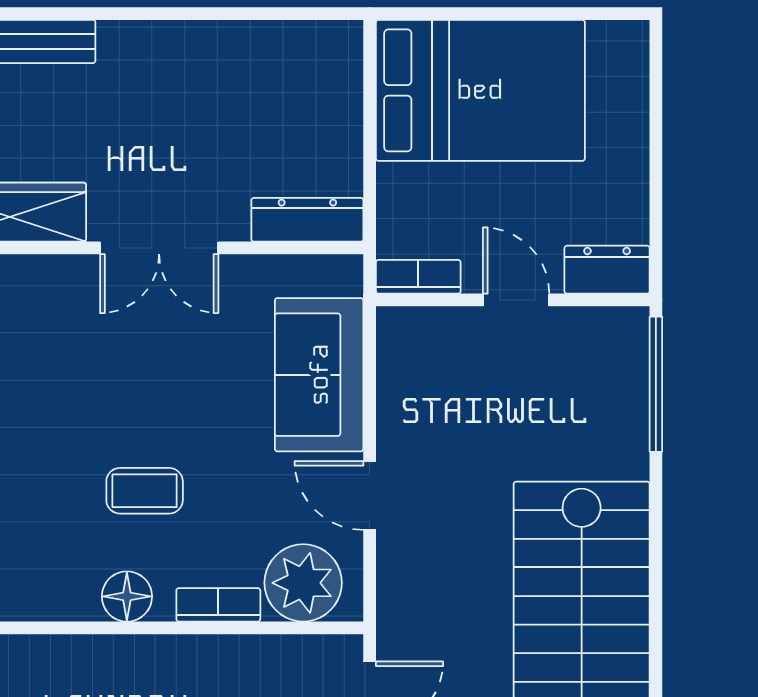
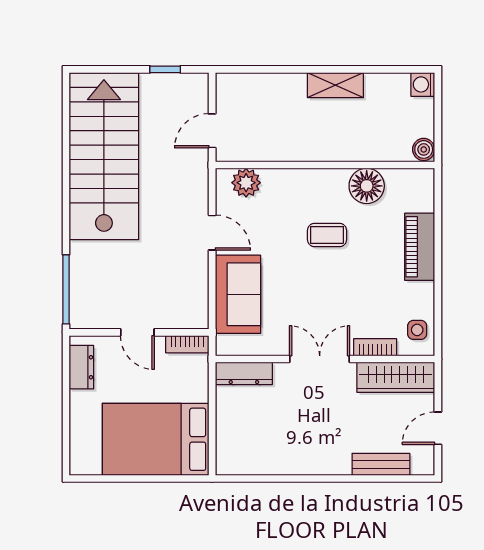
dresser: (607, 270) -> (81, 367), moved, turned -90
plant: (303, 583) -> (246, 183), width x0.73, depth x0.73
floor lamp: (127, 596) -> (367, 186), moved, width x1.38, depth x1.38
bookcase: (218, 605) -> (375, 347), moved, turned 180

